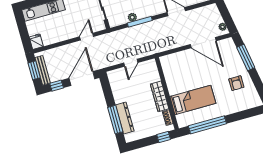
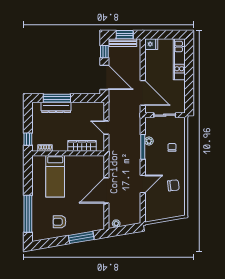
door: (87, 37) -> (143, 93), width x1.87
door: (203, 43) -> (106, 190), moved
wardrobe: (160, 96) -> (82, 146), moved
window: (207, 125) -> (28, 214), moved

